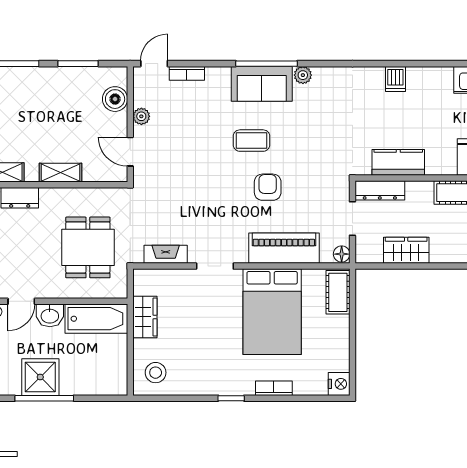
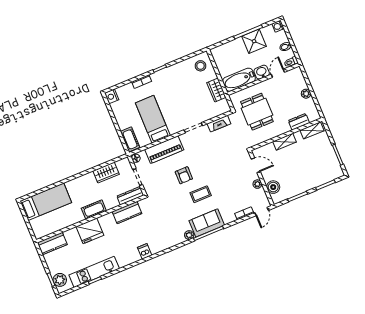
bed: (272, 312) -> (153, 119), width x0.67

